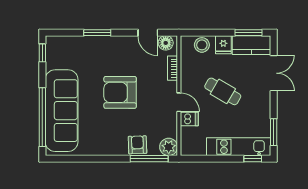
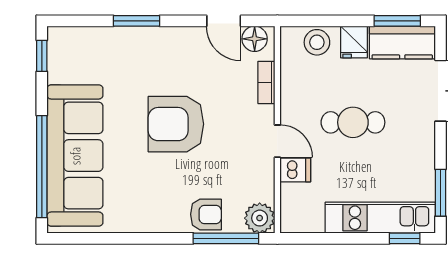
cafe table: (223, 91) -> (353, 122), turned -30
armchair: (137, 145) -> (206, 214), turned 92

